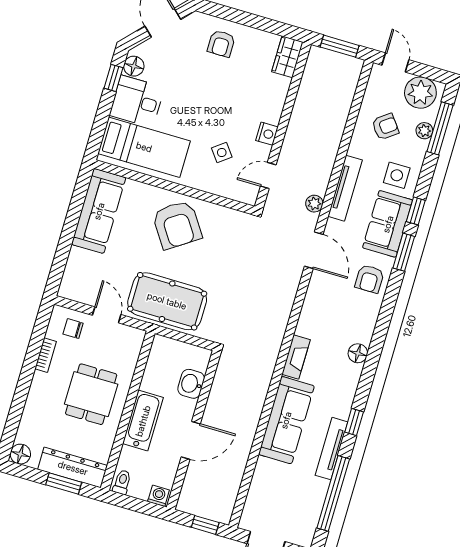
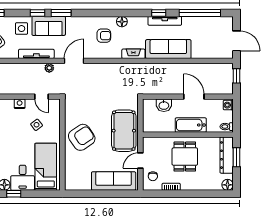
sofa: (99, 211) -> (114, 181), moved
armchair: (369, 279) -> (104, 36), moved
dining table: (91, 394) -> (185, 157), turned 90
tv unit: (331, 449) -> (165, 21), moved

